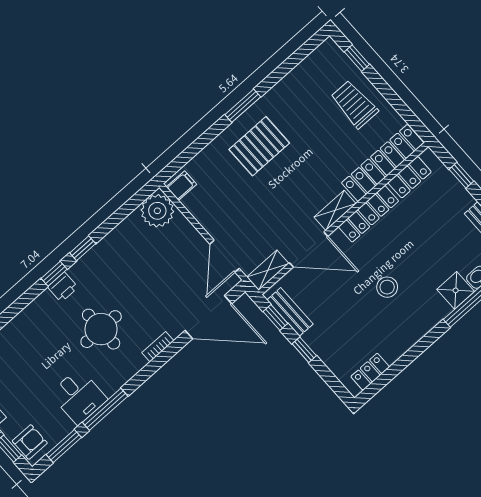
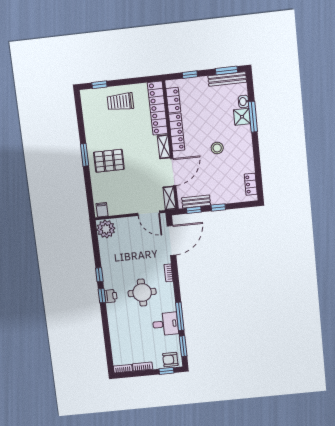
pallet: (259, 146) -> (109, 161), turned 90
armchair: (30, 442) -> (170, 360), turned -90

